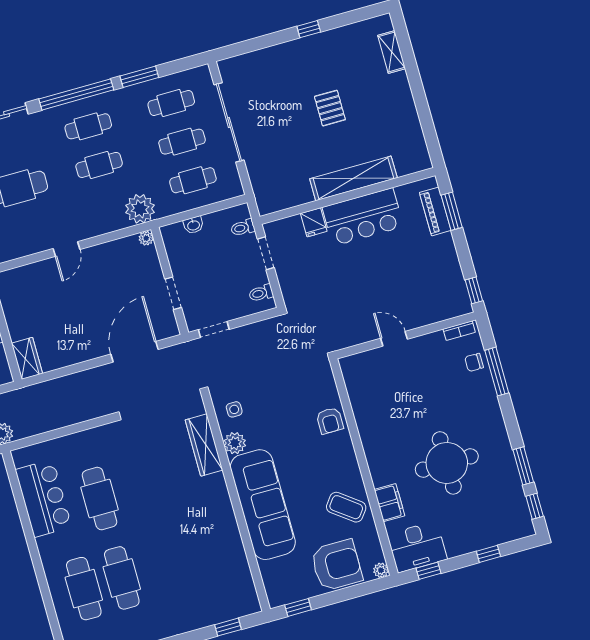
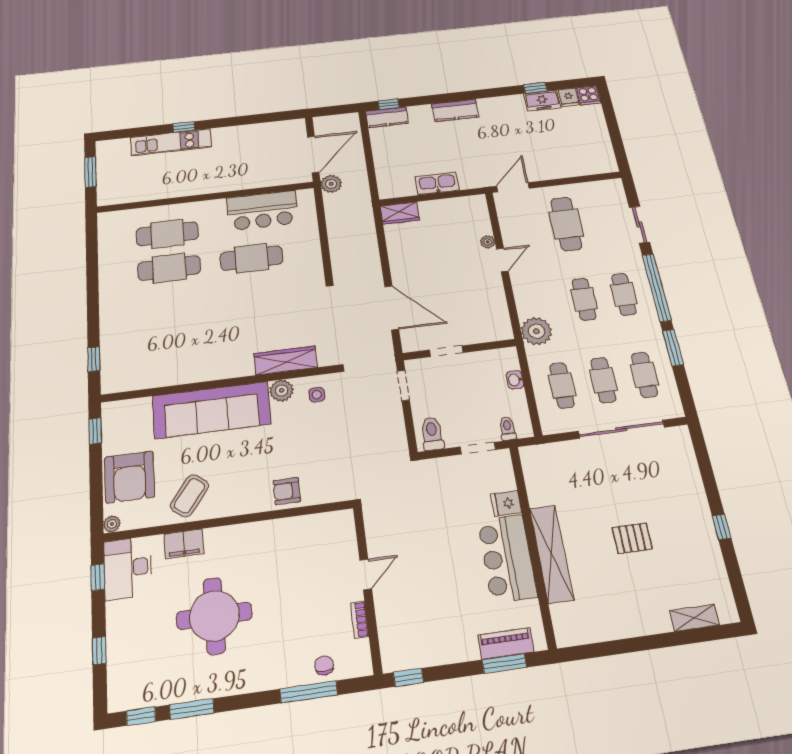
plant: (146, 238) -> (488, 242), moved
door: (66, 249) -> (502, 260), swing flipped
toilet: (261, 293) -> (432, 434), width x1.37, depth x1.39
bookcase: (459, 331) -> (360, 620), moved

